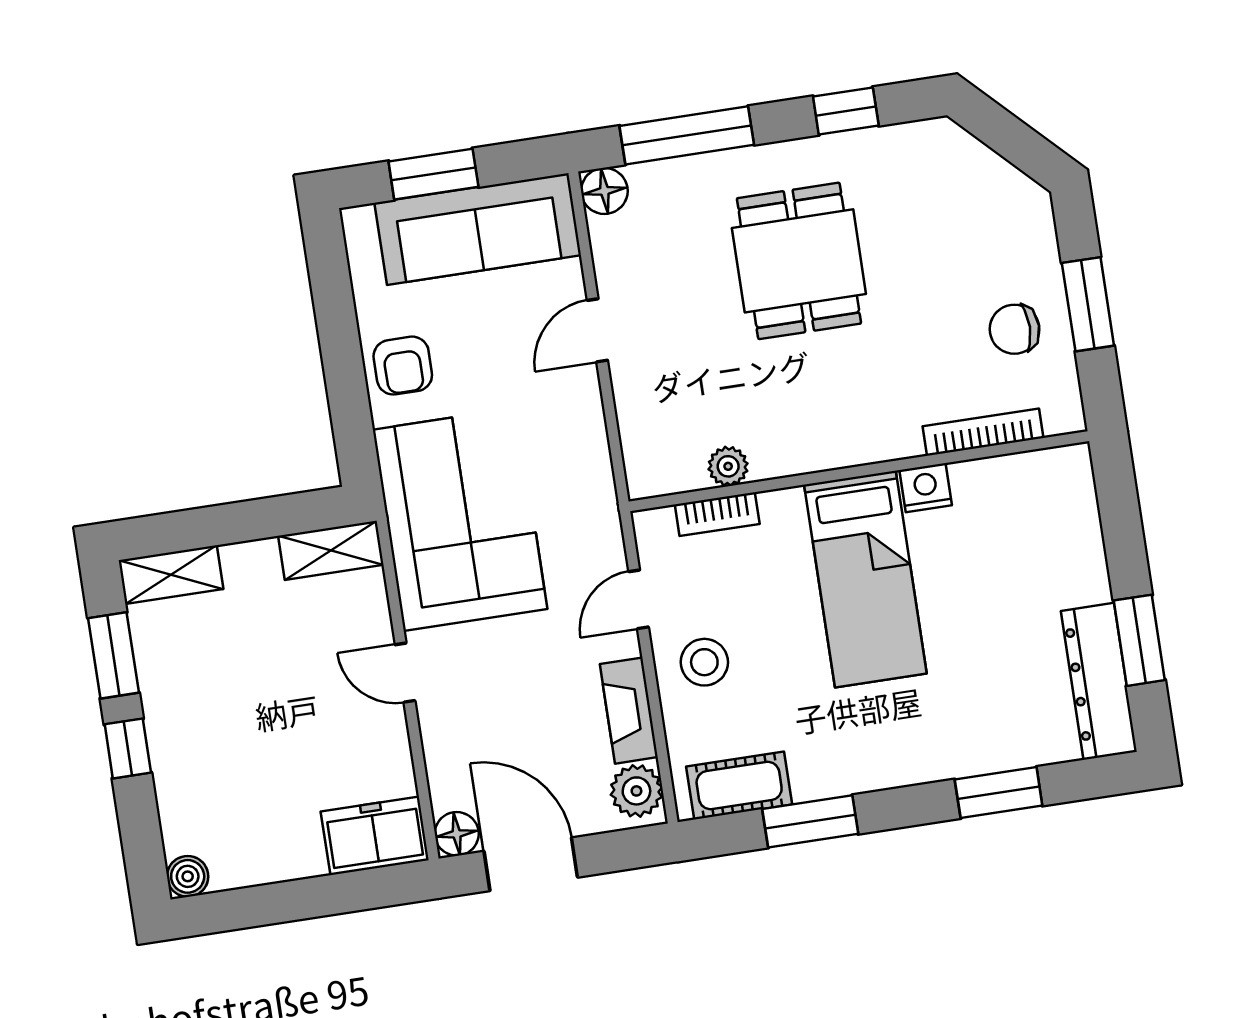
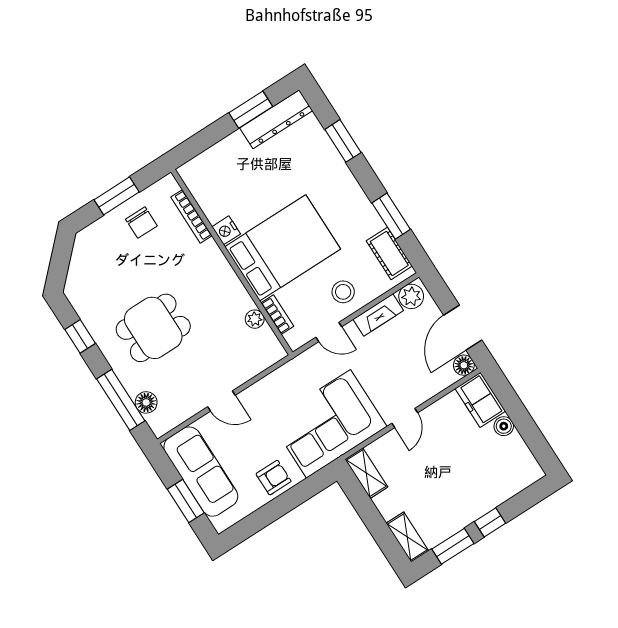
floor lamp: (604, 191) -> (146, 402), moved
bed: (865, 579) -> (283, 248), width x1.50
boiler: (188, 876) -> (504, 426), moved

